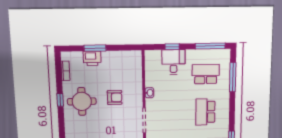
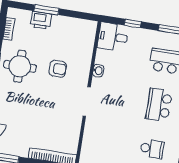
desk: (174, 62) -> (113, 37), moved, turned -90

